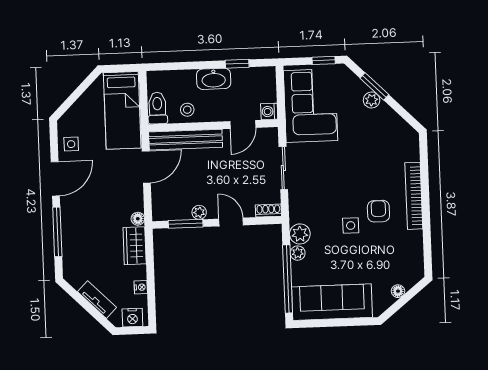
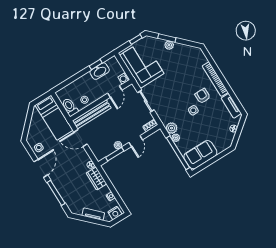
washbasin: (214, 79) -> (100, 71), moved
door: (146, 167) -> (81, 138), swing flipped
door: (231, 222) -> (136, 141), swing flipped
tv unit: (415, 253) -> (231, 106), added
sofa: (332, 302) -> (200, 155), width x0.73

